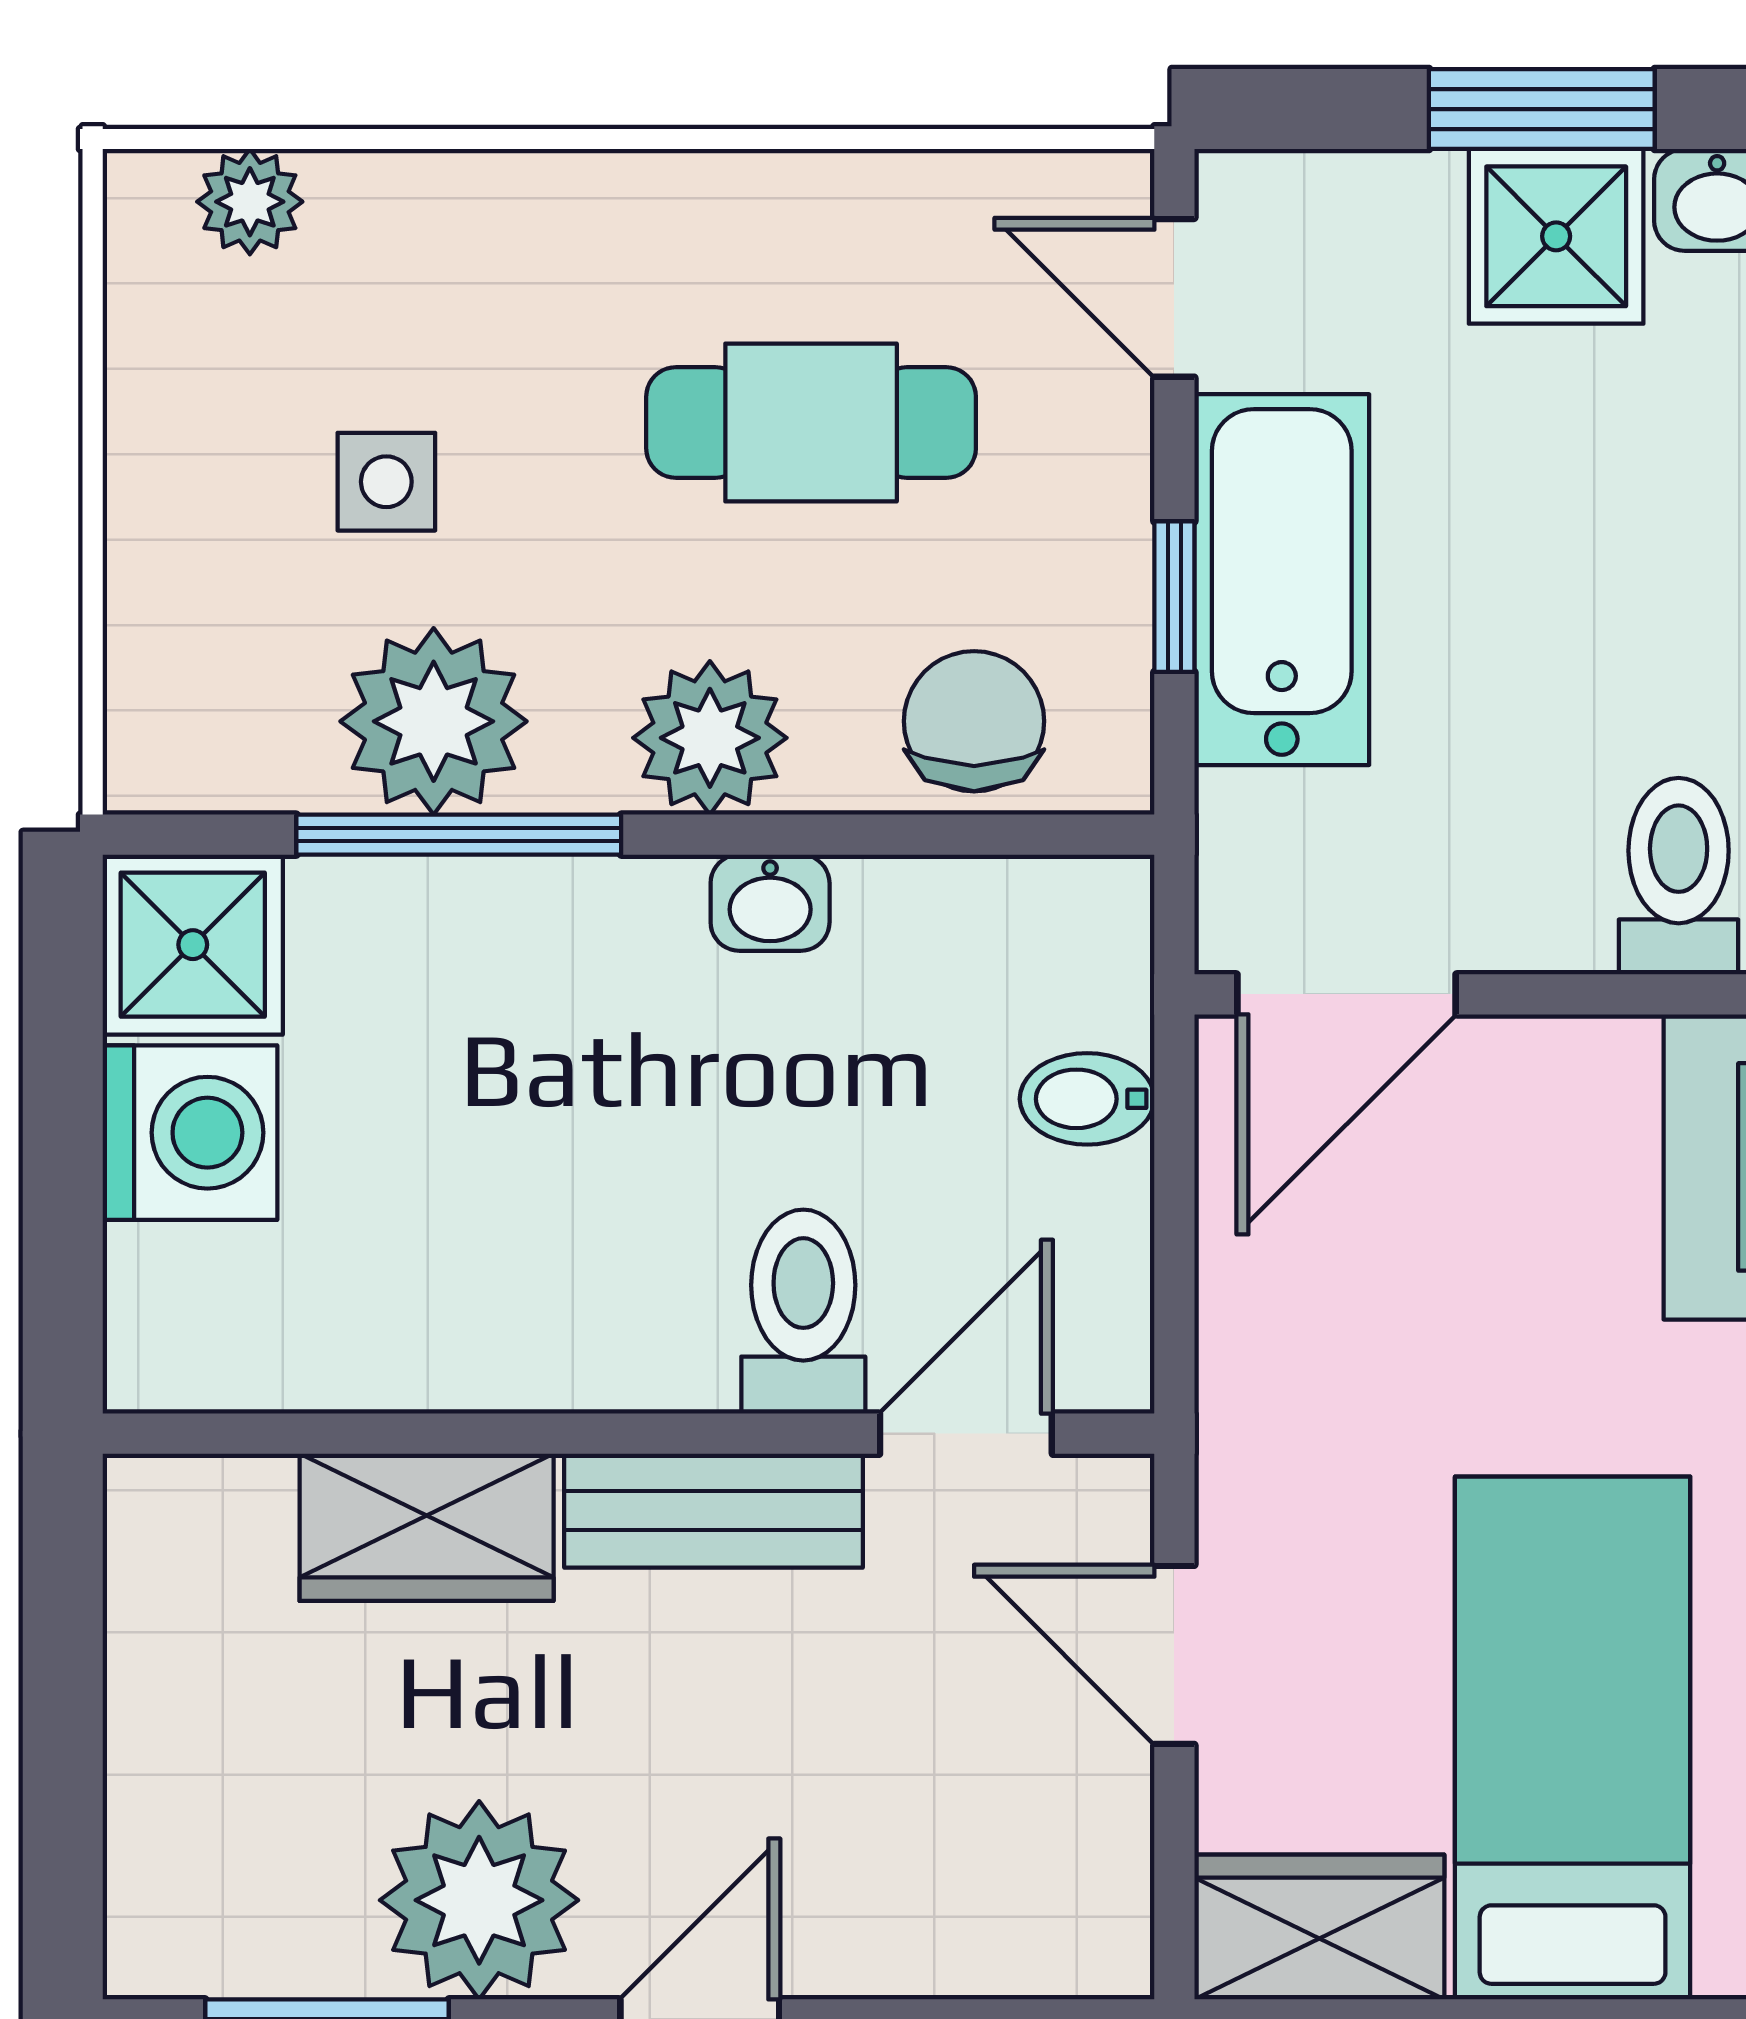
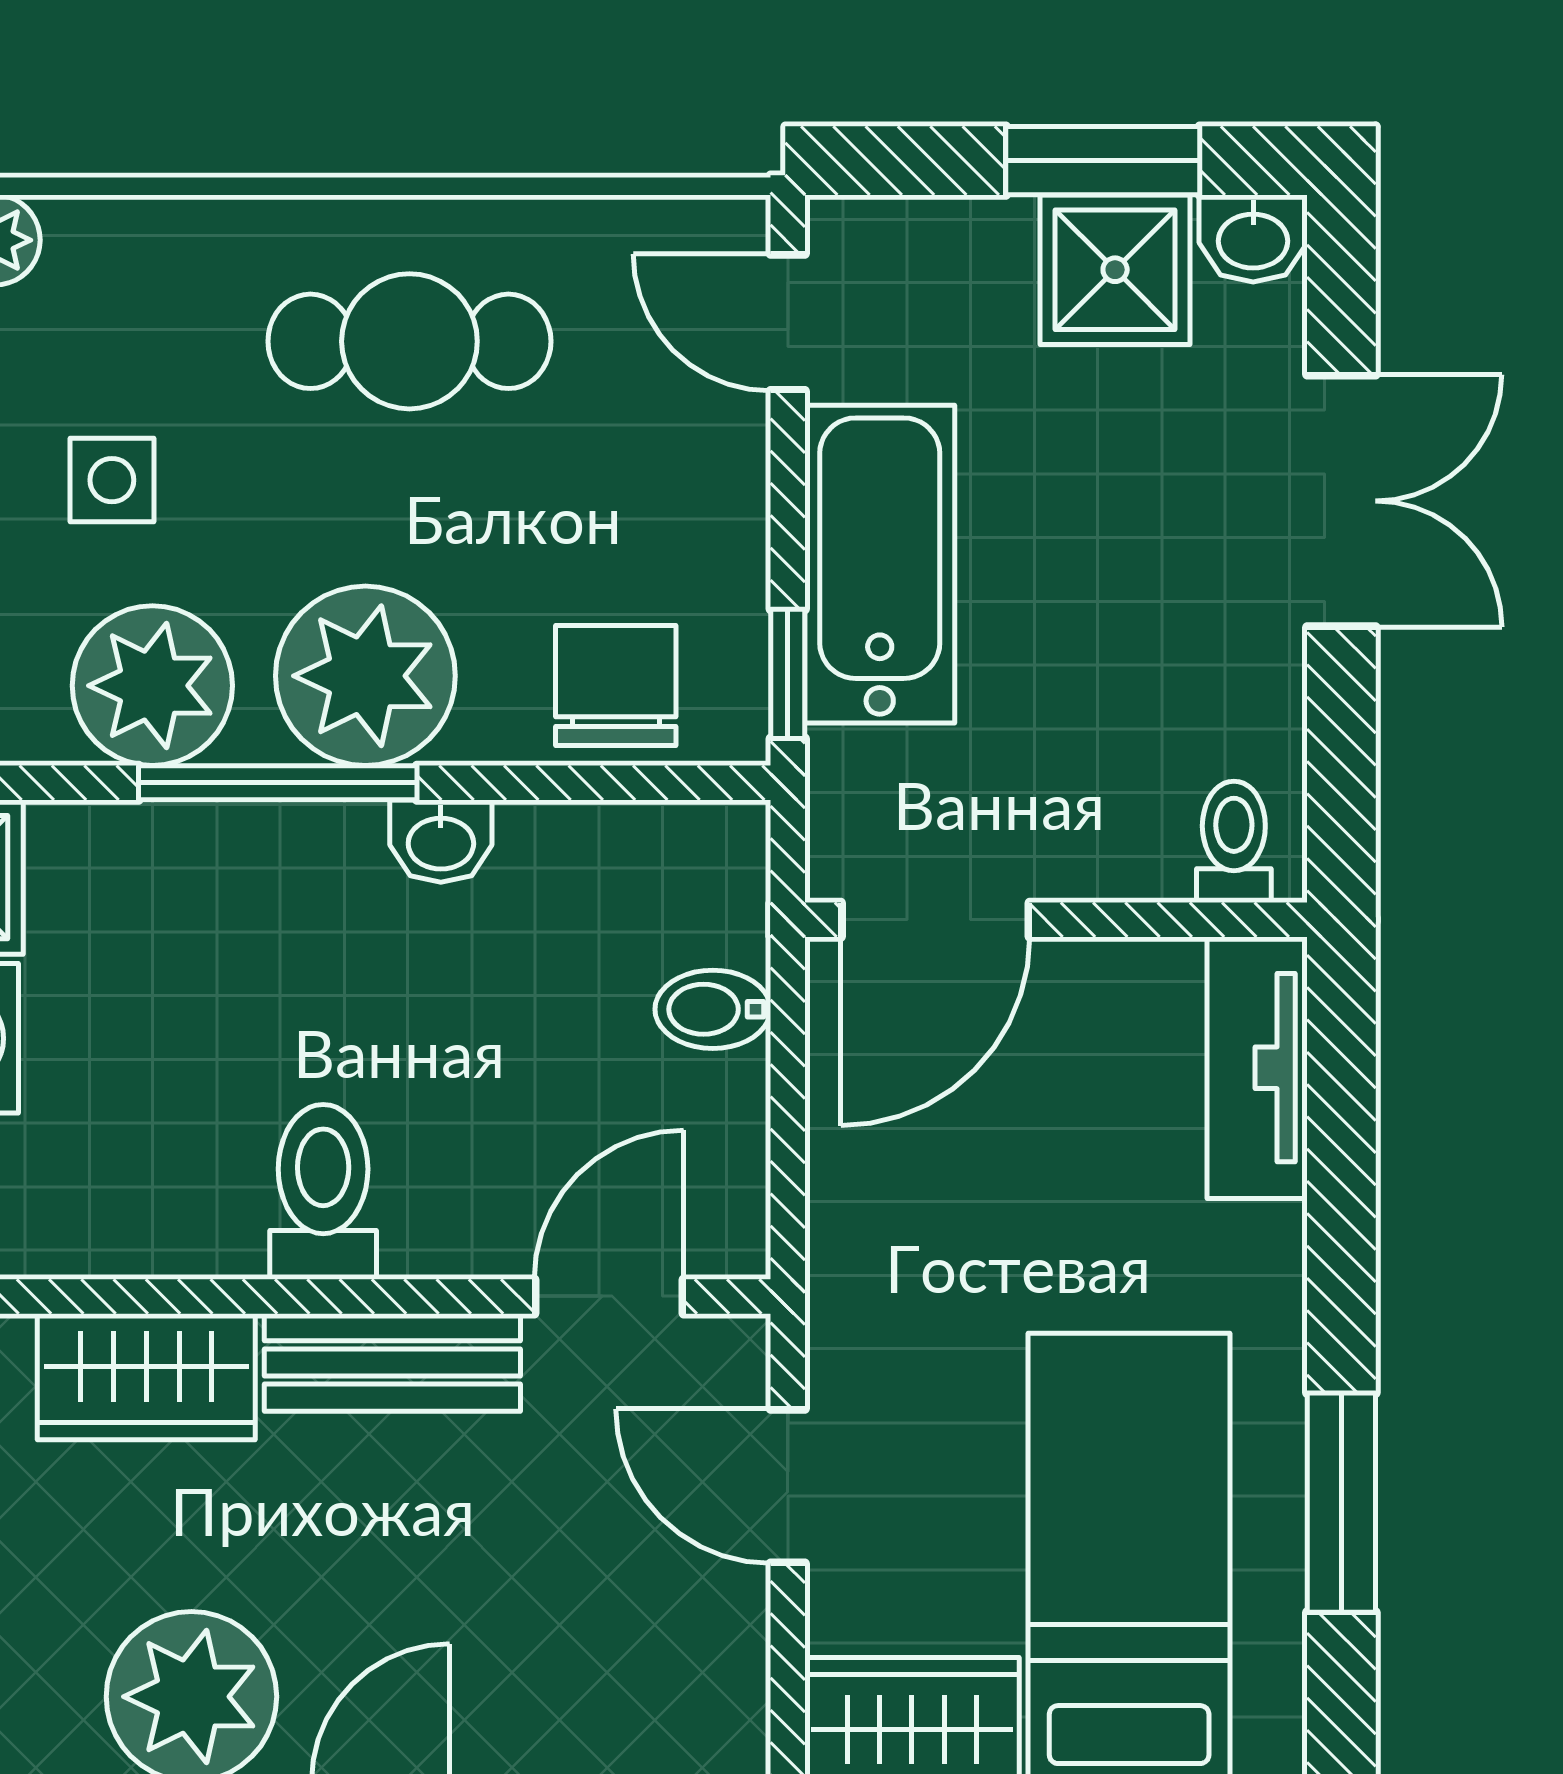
cafe table: (811, 423) -> (409, 341), moved
window: (1174, 597) -> (788, 674), moved
plant: (710, 738) -> (365, 676), width x1.36, depth x1.36
window: (459, 835) -> (278, 783), moved
toilet: (1679, 876) -> (1234, 842), width x0.73, depth x0.72
toilet: (803, 1312) -> (323, 1192), moved

